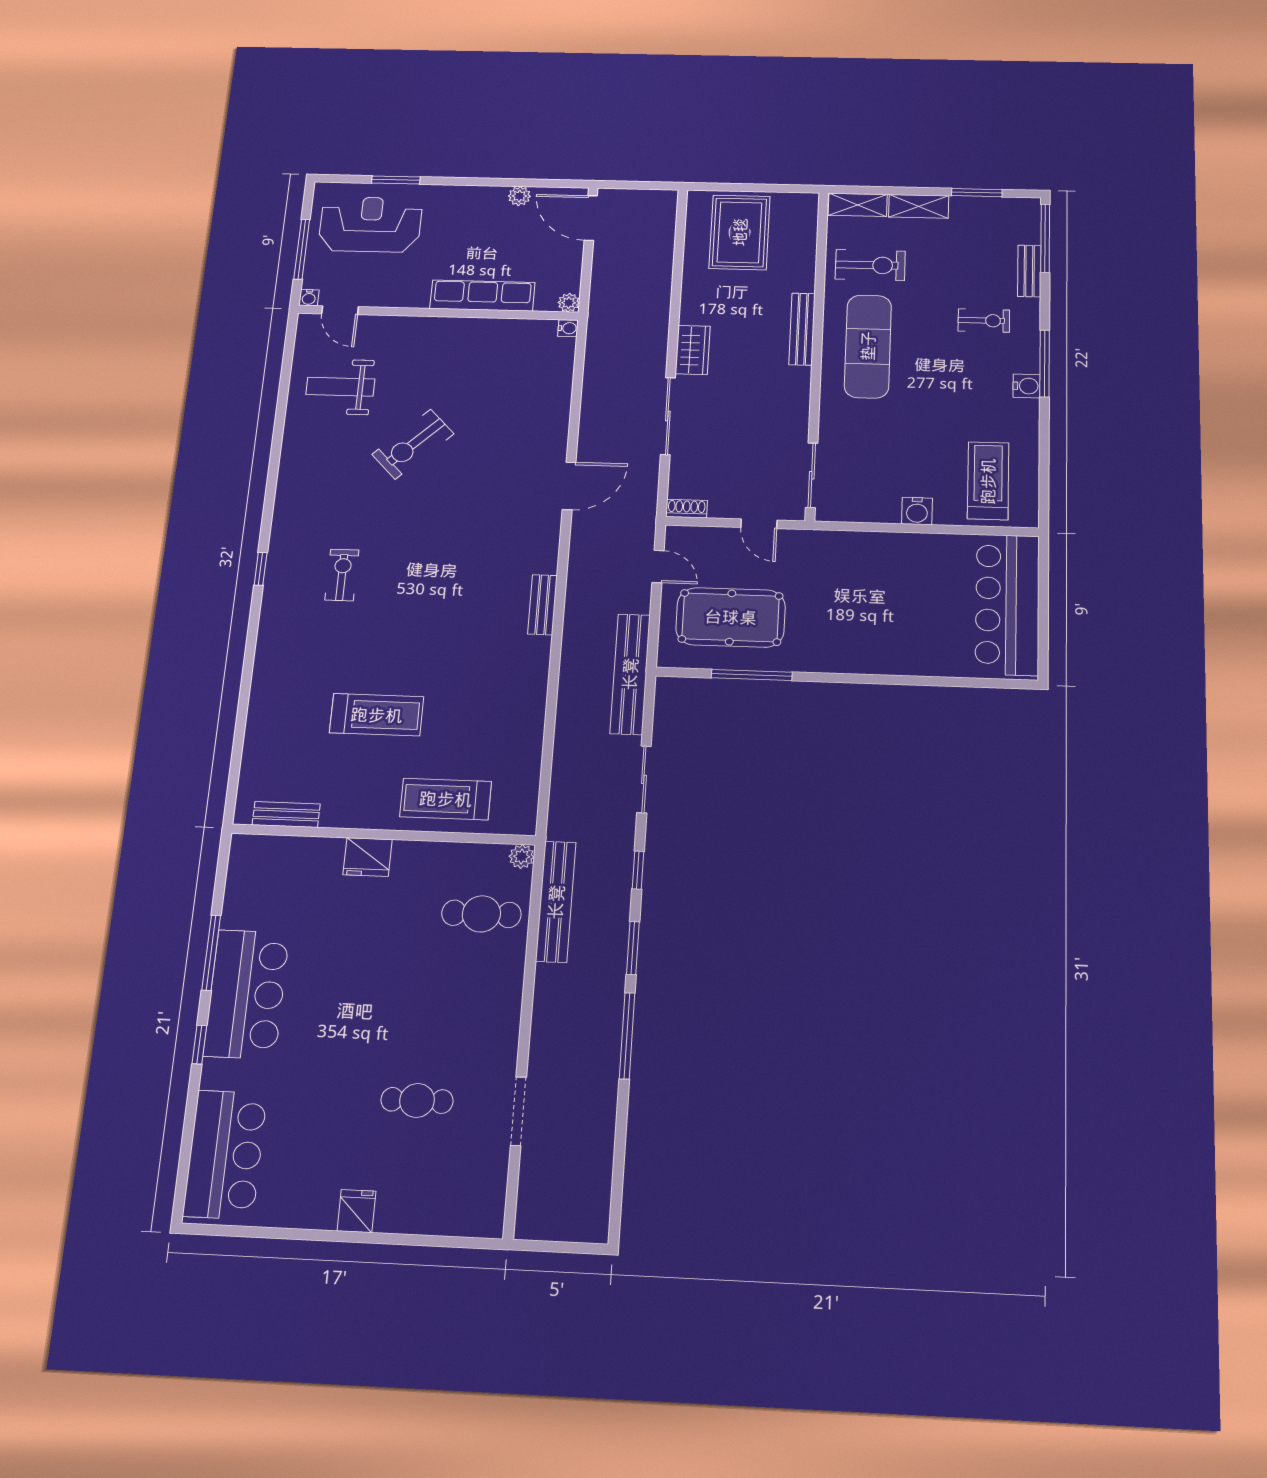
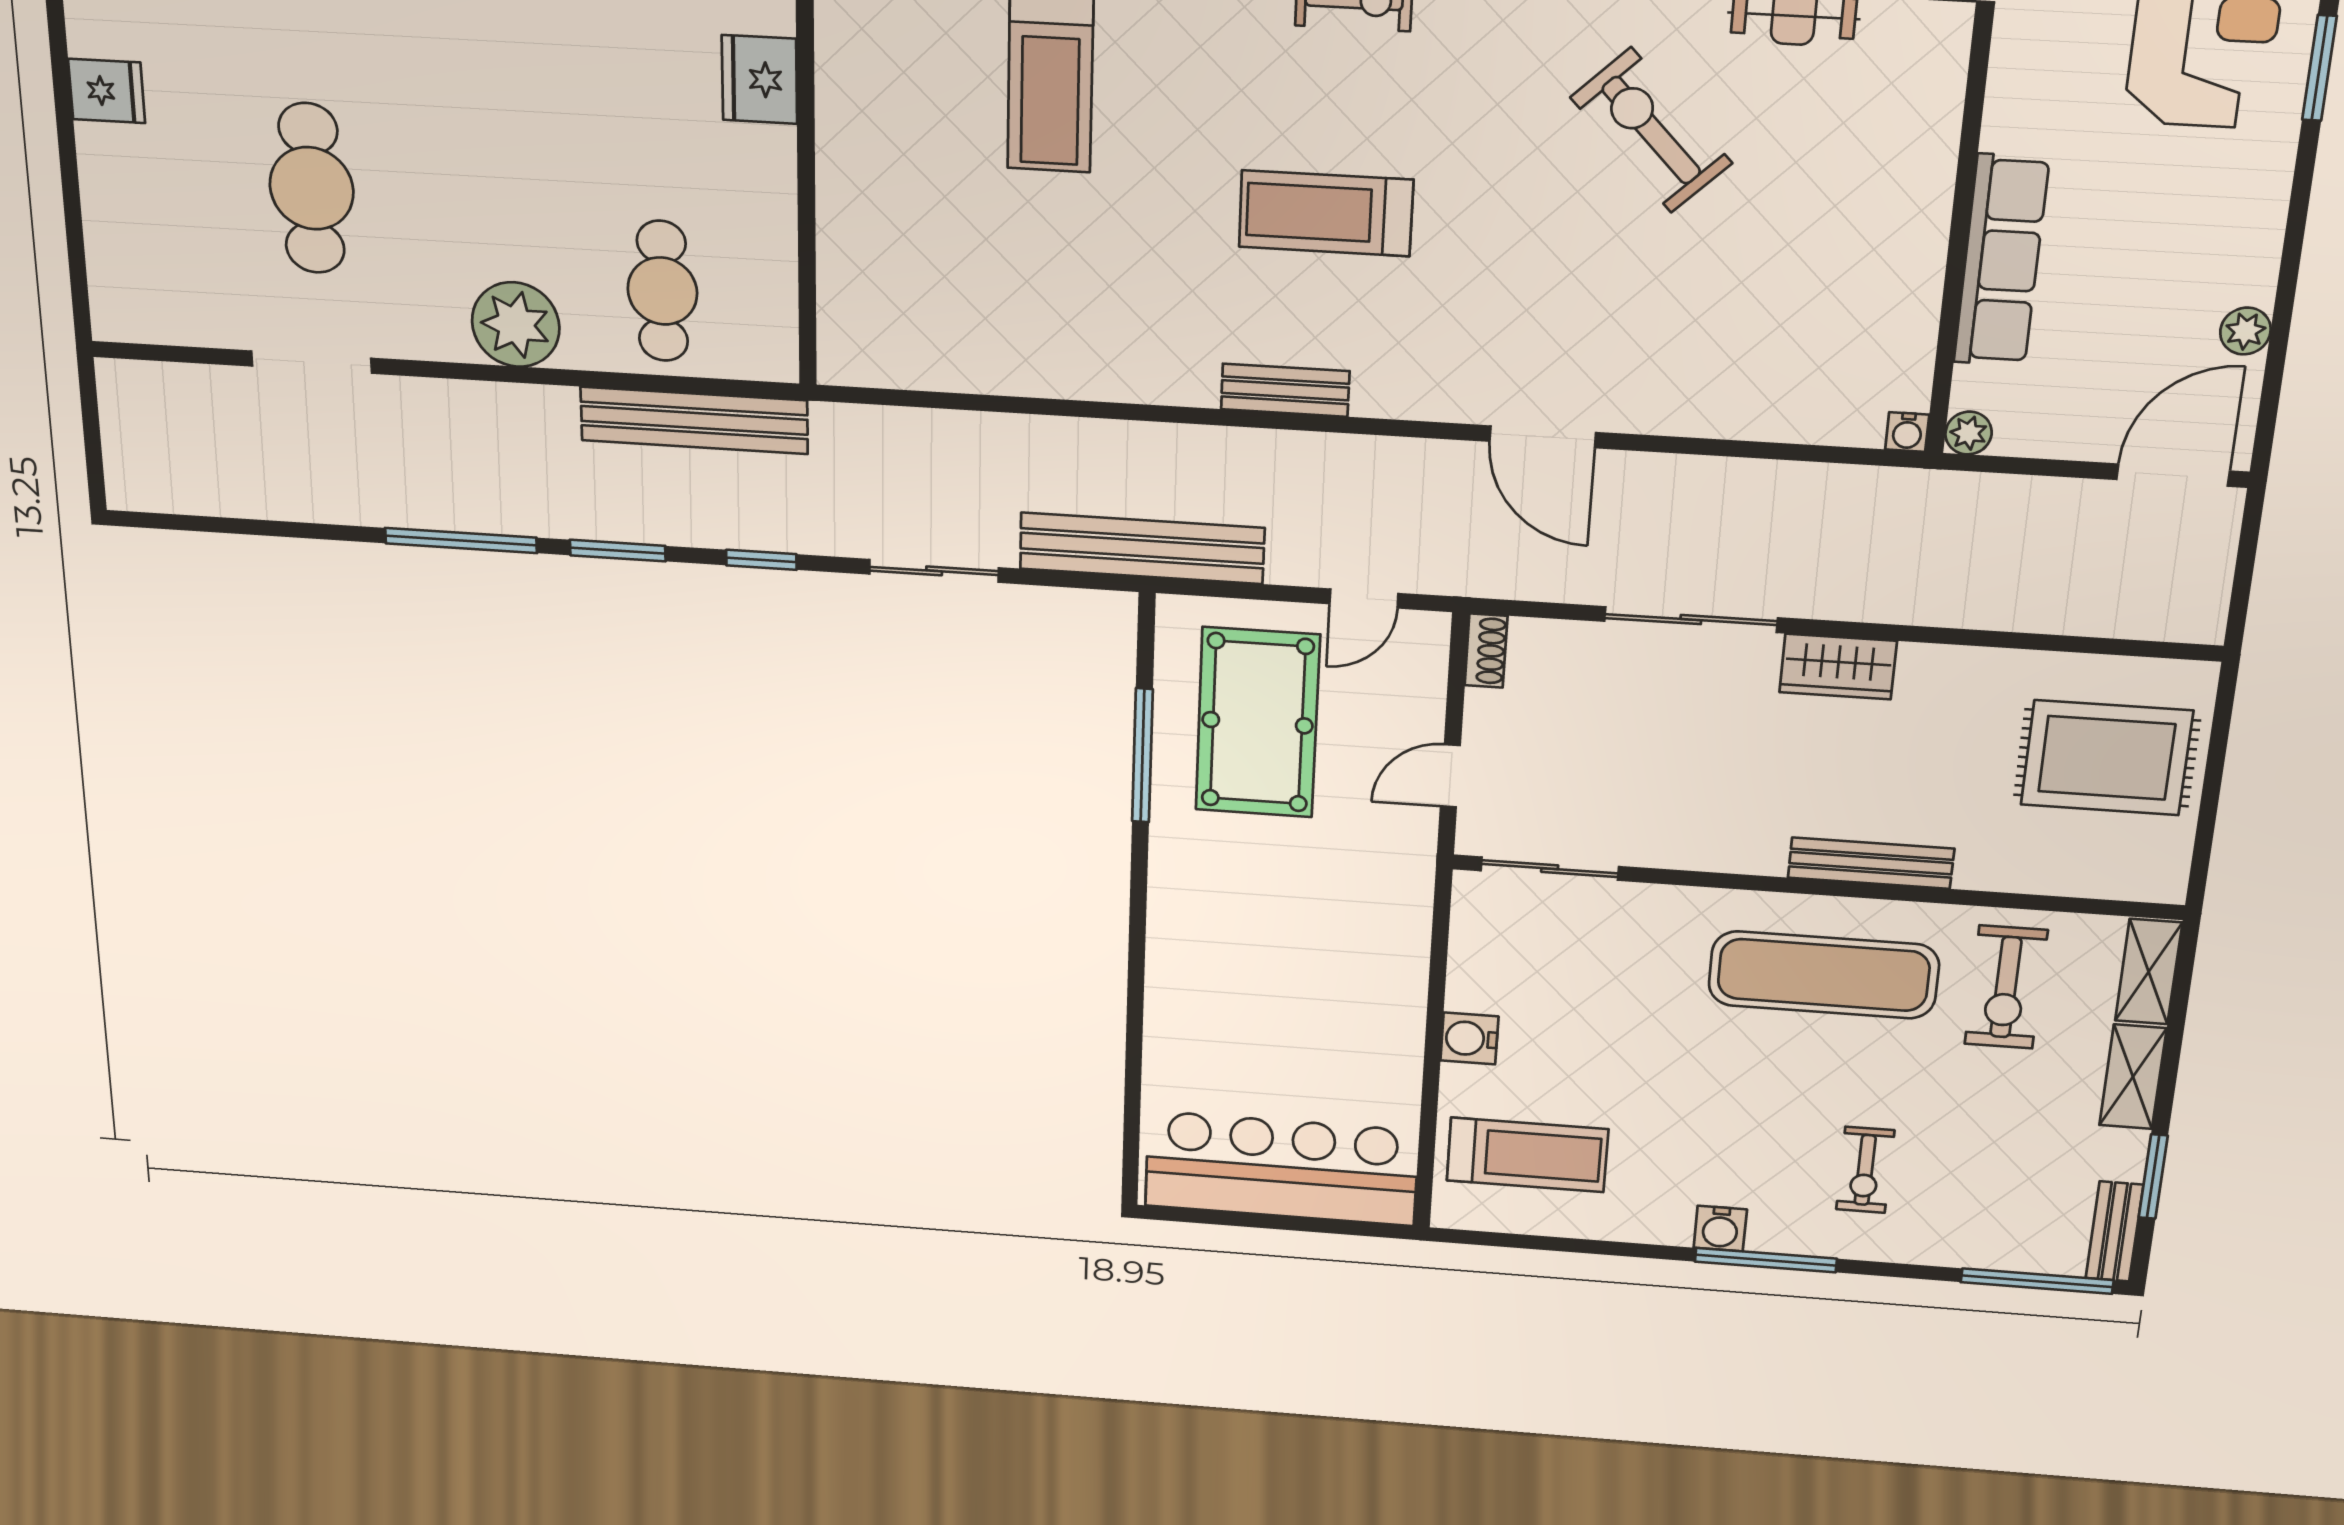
bench: (1029, 271) -> (2114, 1232), moved, turned 90
treadmill: (446, 799) -> (1326, 213), moved, turned -90
plant: (522, 857) -> (516, 325), moved, width x1.88, depth x1.88
cafe table: (417, 1100) -> (312, 188), width x1.37, depth x1.35

